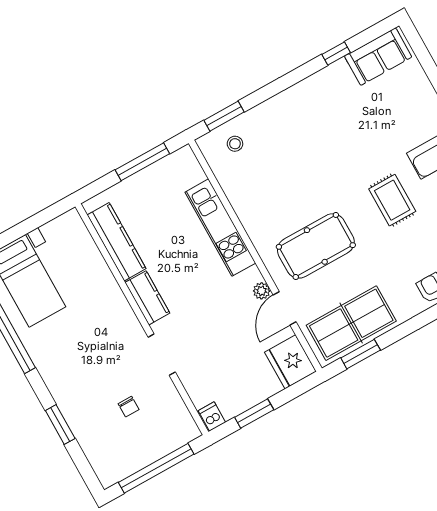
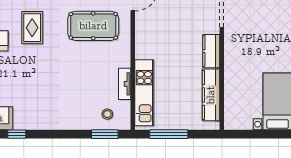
tv unit: (234, 194) -> (125, 84), added
kitchen unit: (220, 228) -> (144, 93), moved
plant: (262, 291) -> (141, 17), removed

